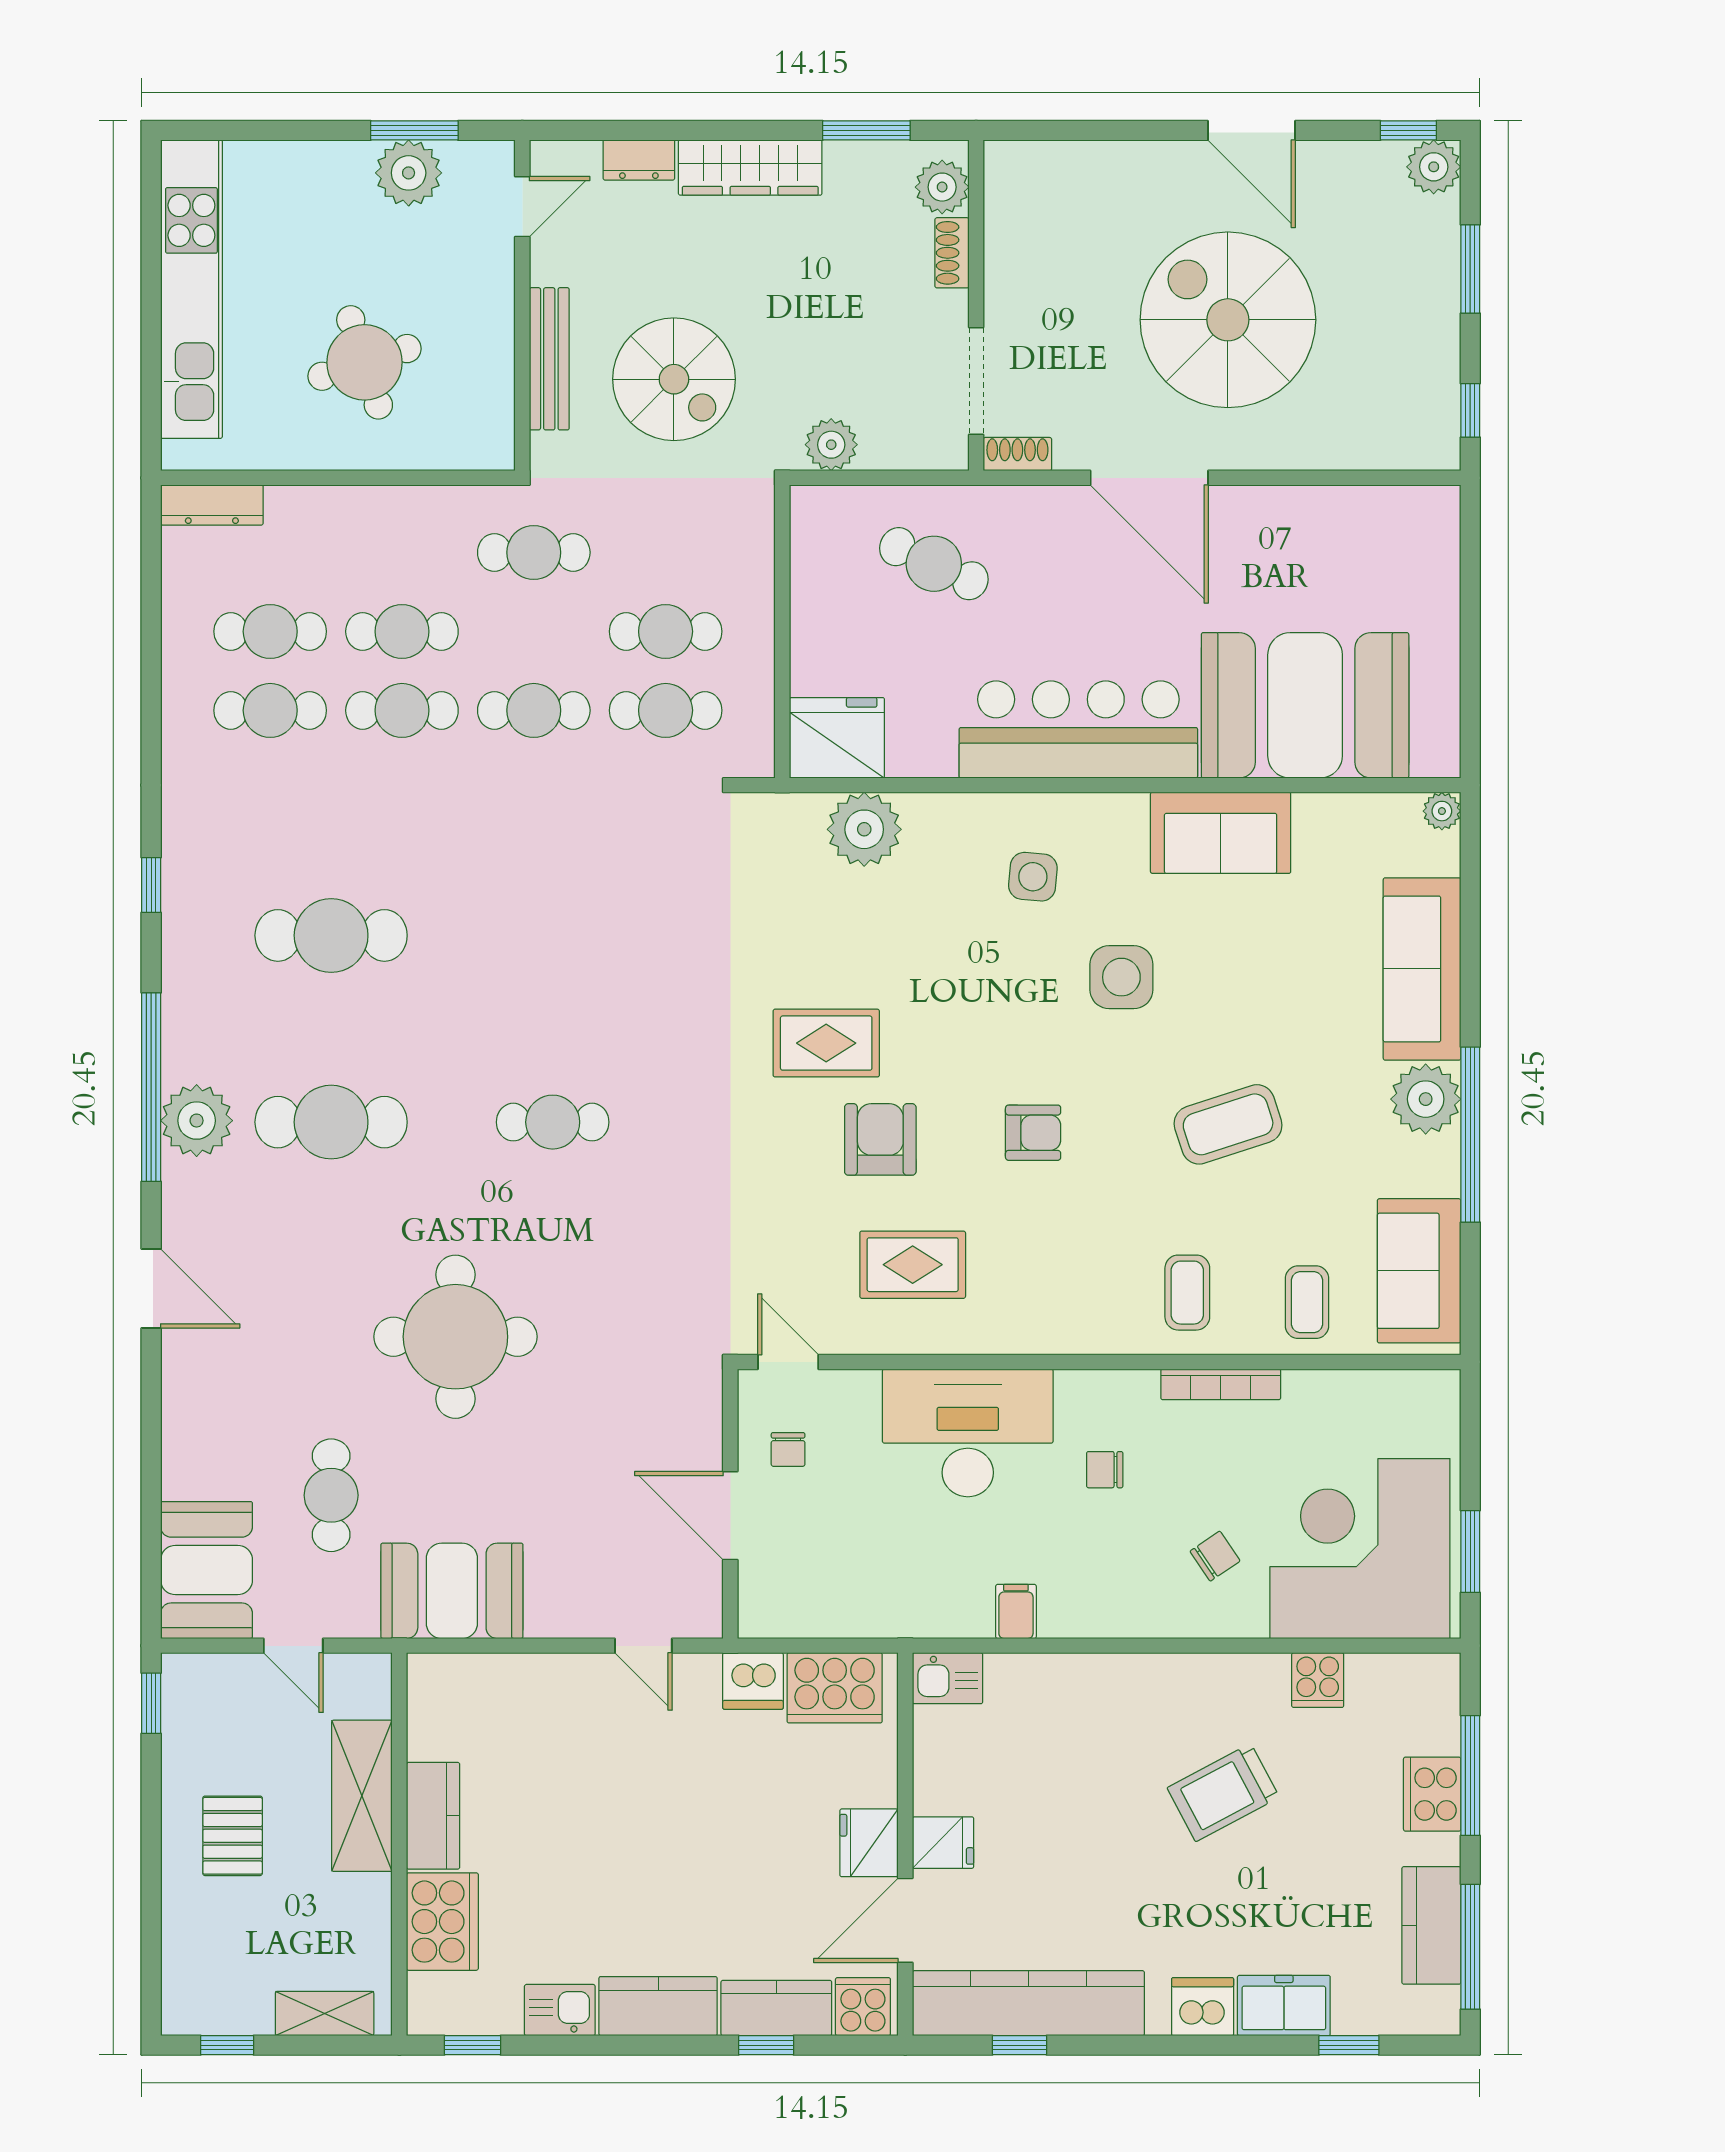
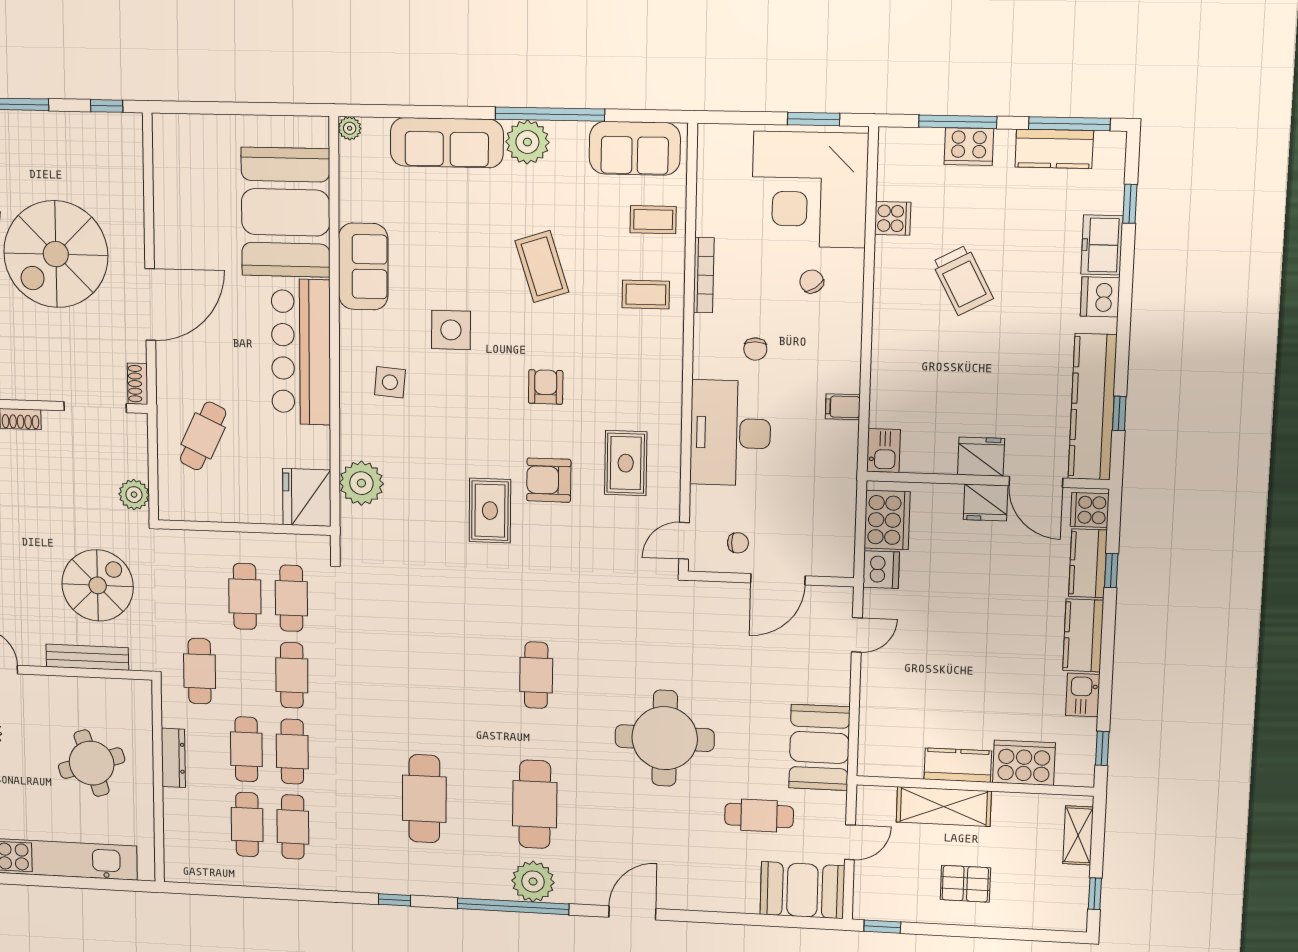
dresser: (212, 505) -> (173, 758), moved
fridge: (943, 1843) -> (981, 457), width x1.38

